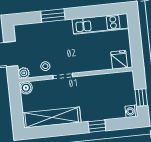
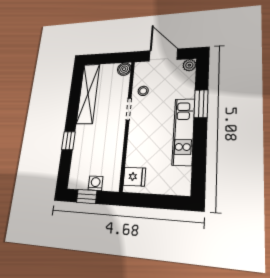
kitchen unit: (100, 24) -> (183, 131), moved
plant: (24, 73) -> (189, 65), moved
washing machine: (131, 111) -> (96, 183), moved

